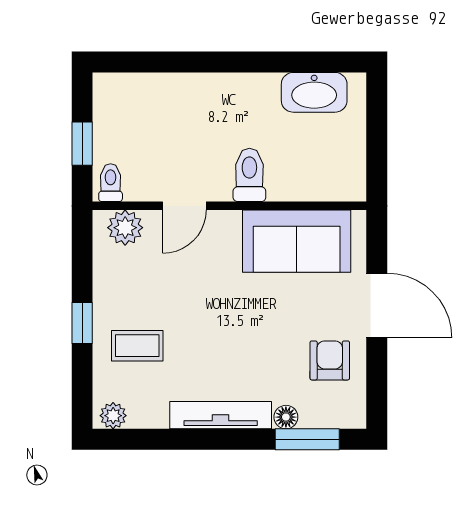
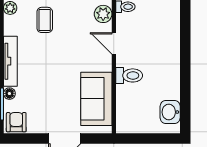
washbasin: (314, 92) -> (170, 112), width x0.72
armchair: (330, 360) -> (16, 122), moved, turned -90

